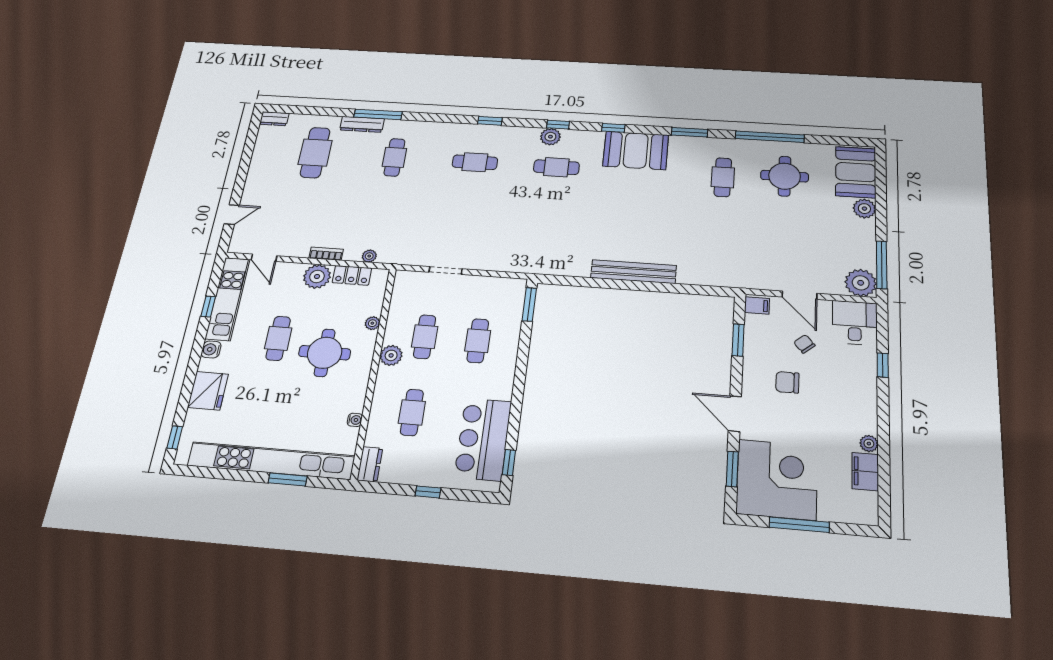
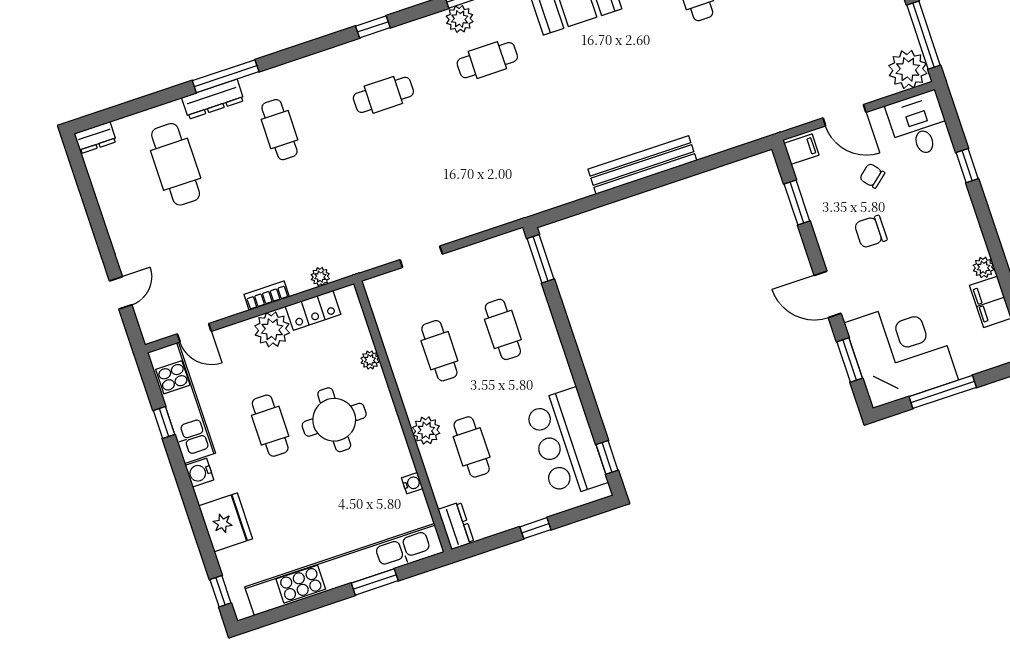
plant: (391, 355) -> (426, 430), moved

